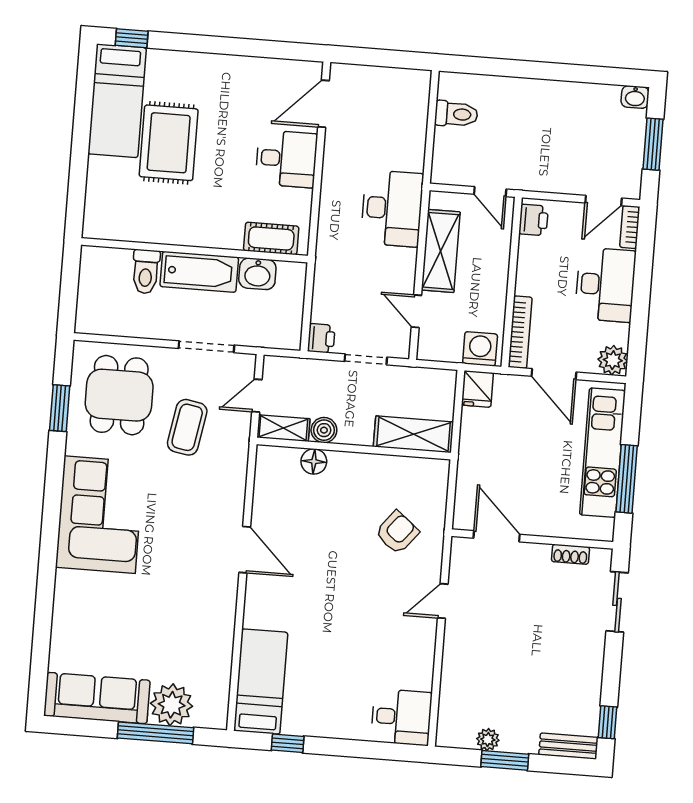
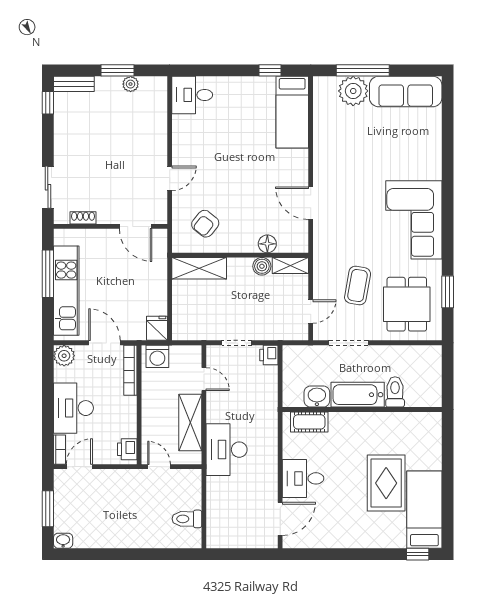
shelving: (283, 428) -> (290, 265), moved
boiler: (324, 430) -> (262, 266), moved
shelving: (414, 434) -> (199, 268), moved
wall: (354, 449) -> (240, 255), moved
floor lamp: (314, 461) -> (267, 244), moved

